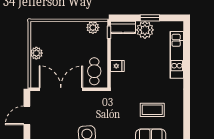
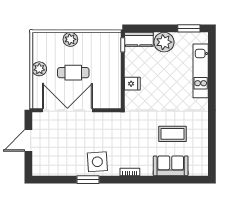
window: (150, 18) -> (189, 28), moved
plant: (93, 27) -> (70, 39), moved
cafe table: (94, 71) -> (73, 73), moved, turned 90

